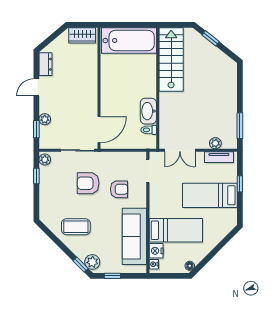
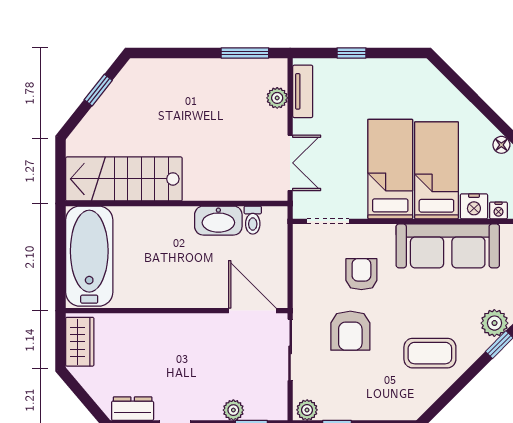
window: (211, 38) -> (98, 90), moved
bed: (210, 195) -> (390, 169), moved, turned 180
coffee table: (76, 227) -> (430, 353), turned 90

